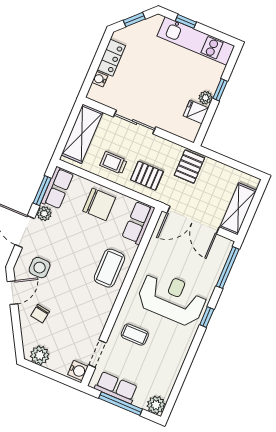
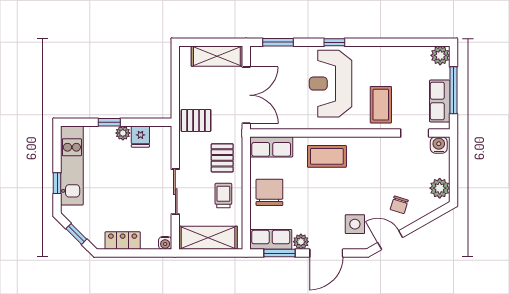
water cooler: (100, 79) -> (165, 243), moved
trolley: (113, 163) -> (223, 196), turned 180
window: (228, 268) -> (278, 42), width x0.69
chair: (40, 314) -> (399, 205), turned 98
coffee table: (135, 335) -> (381, 105), width x1.36, depth x1.30

